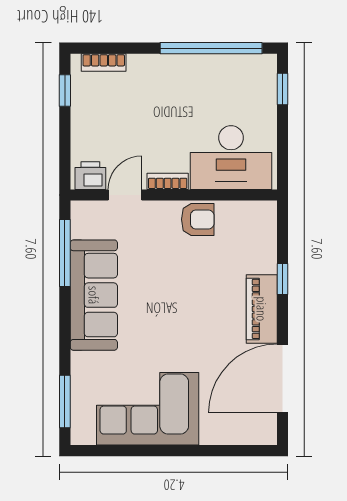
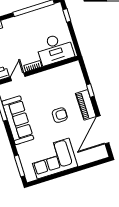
armchair: (198, 219) -> (60, 115), moved

